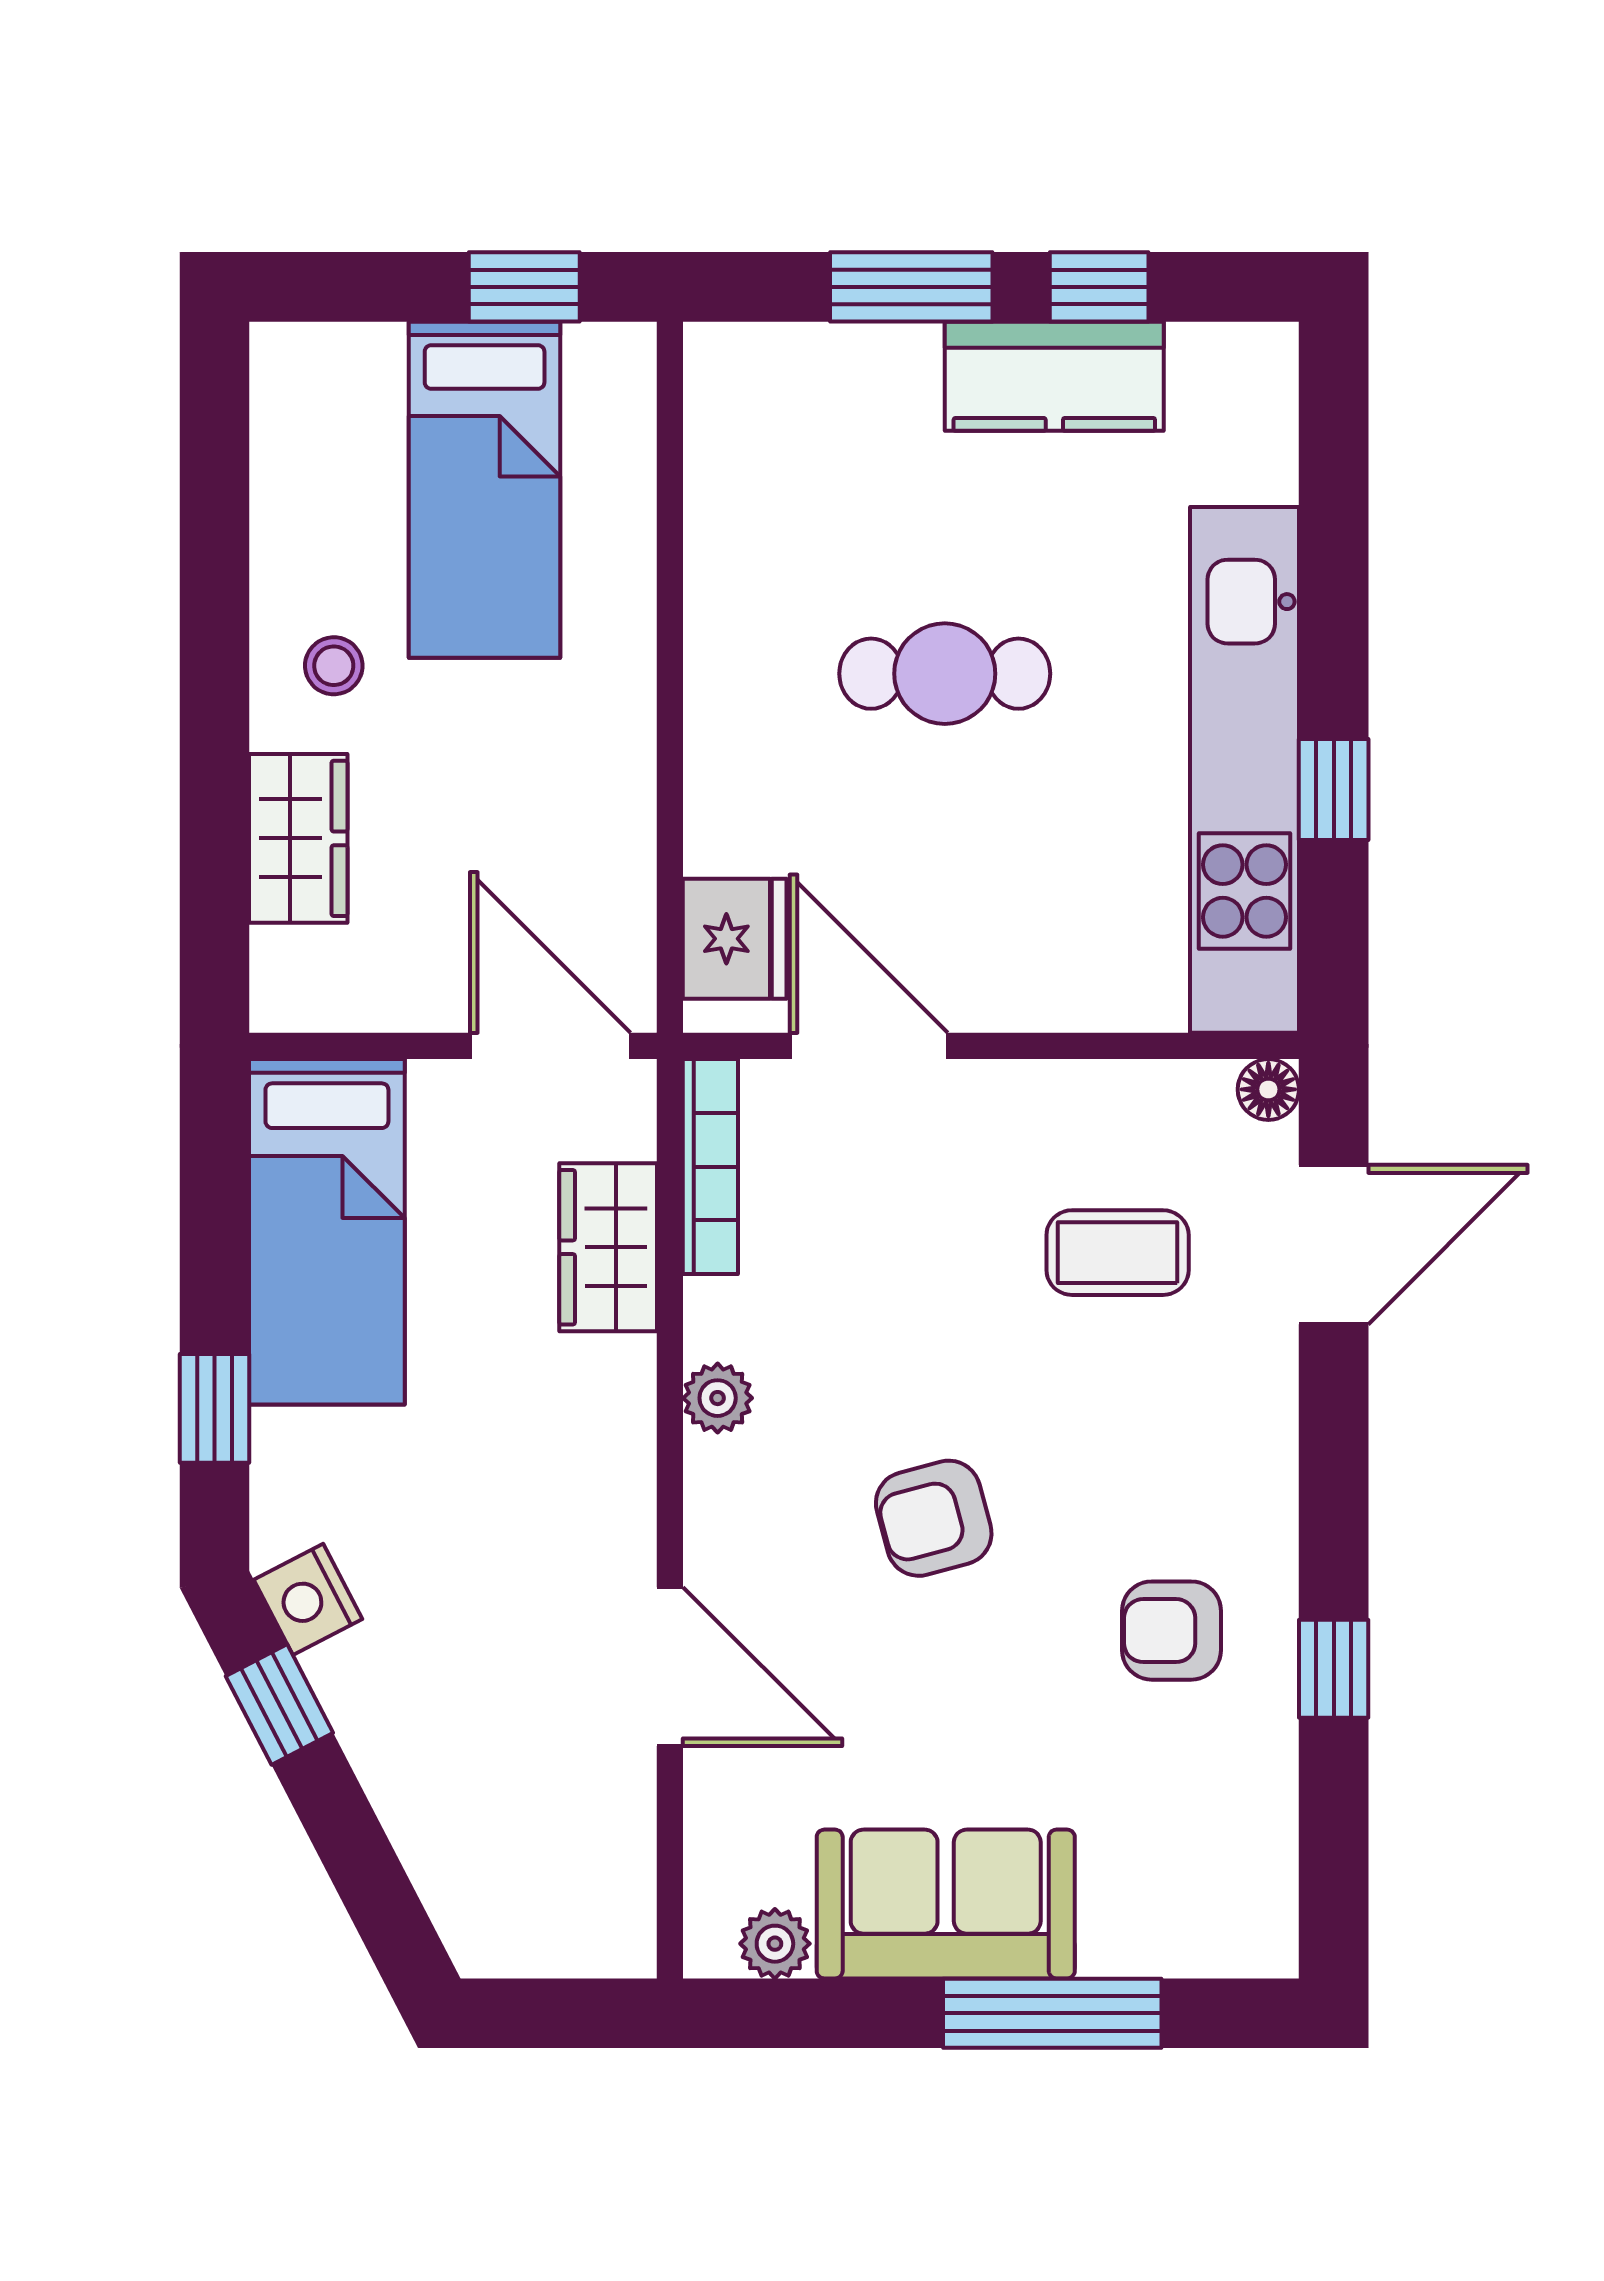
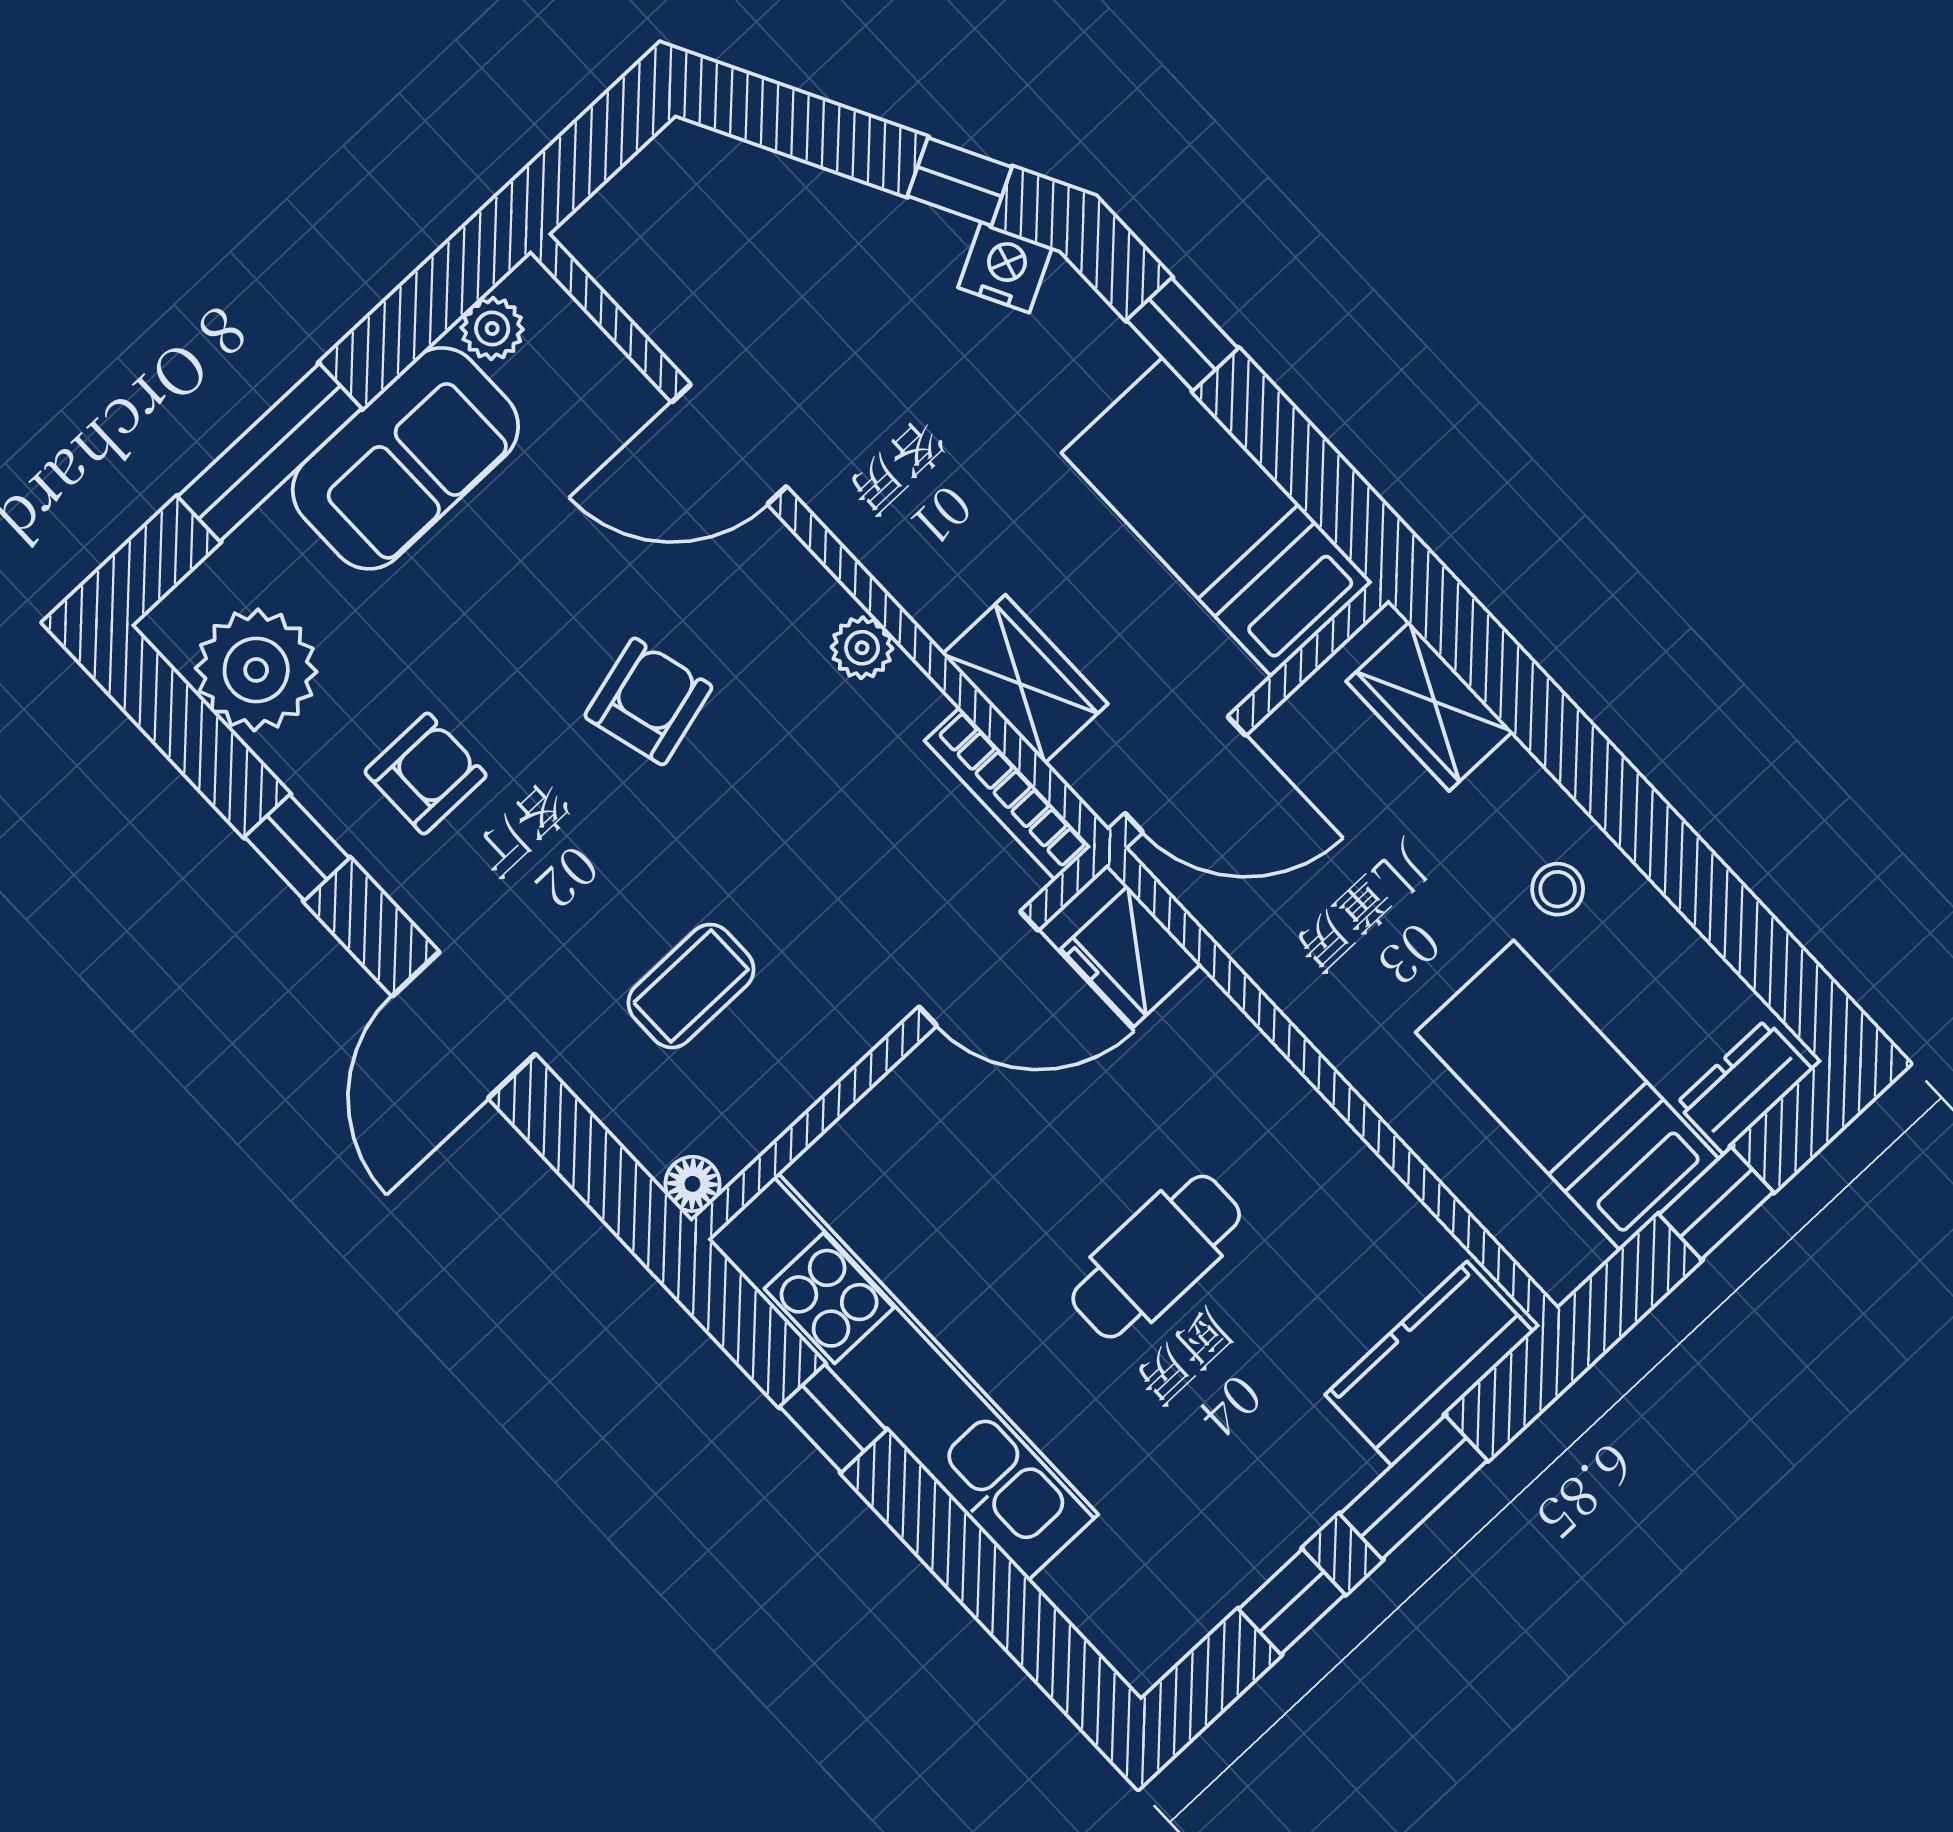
window: (524, 287) -> (1716, 1203), moved
dresser: (333, 361) -> (1744, 1087), added
kitchen counter: (1054, 376) -> (1429, 1363), moved
wardrobe: (298, 838) -> (1429, 706), moved
door: (1334, 1245) -> (464, 1025), moved
plant: (1231, 1846) -> (256, 670), added

